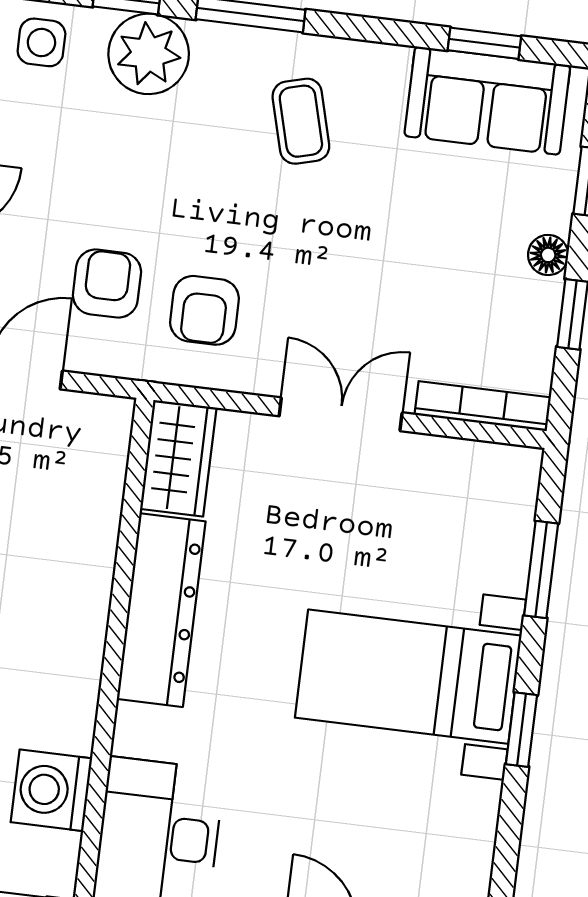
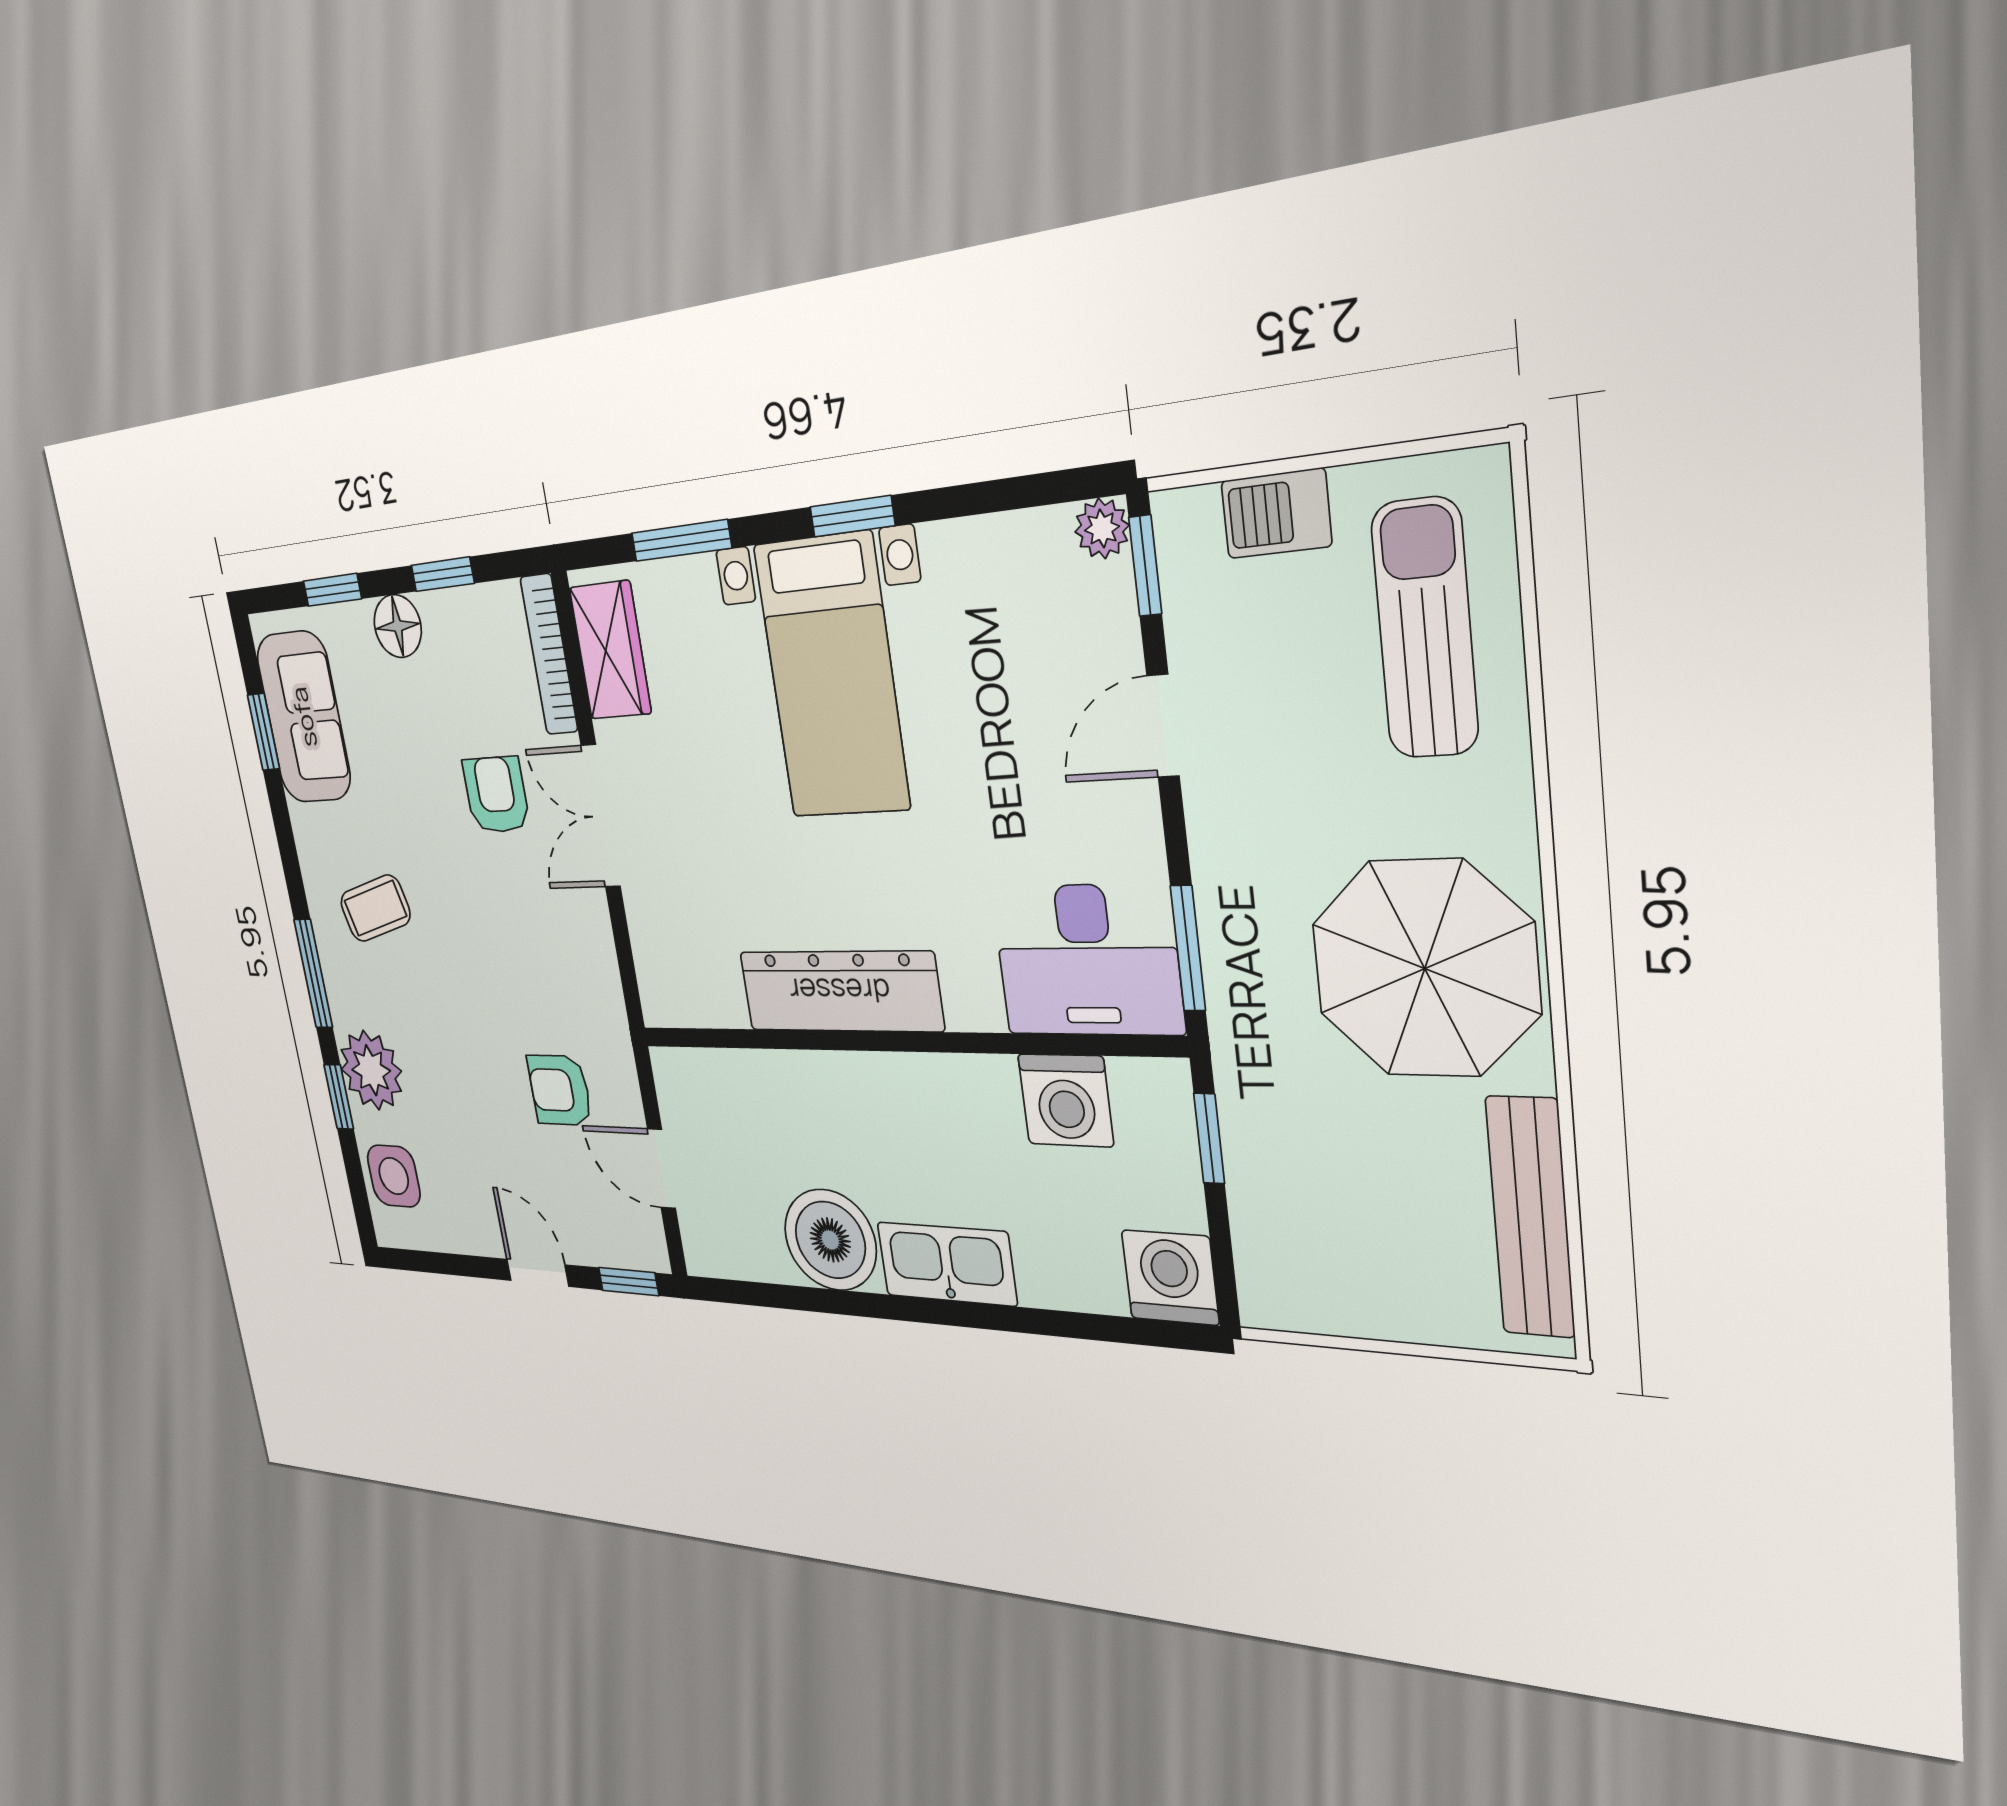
side table: (41, 42) -> (394, 1176), width x1.37, depth x1.37
floor lamp: (548, 255) -> (398, 626), width x1.37, depth x1.37
armchair: (204, 310) -> (496, 795), moved, turned -90
wardrobe: (178, 458) -> (610, 650), moved, turned 90

